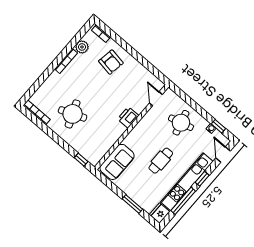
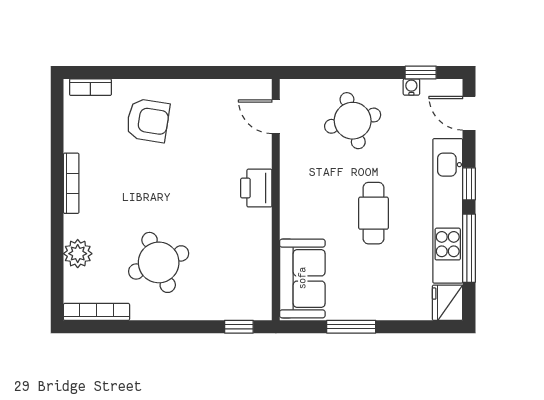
plant: (82, 47) -> (78, 254), moved
window: (132, 204) -> (351, 327), moved

